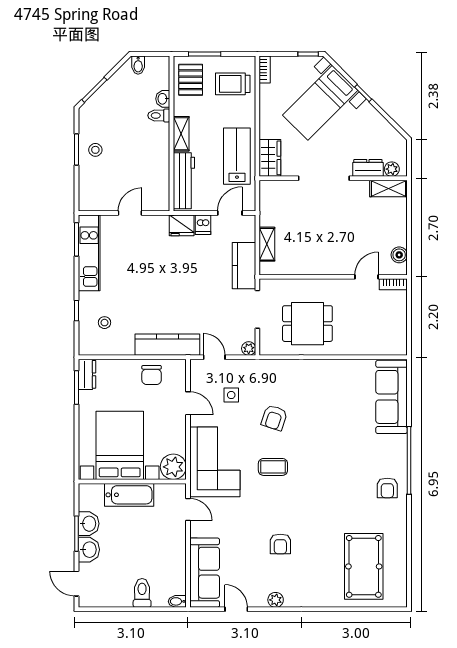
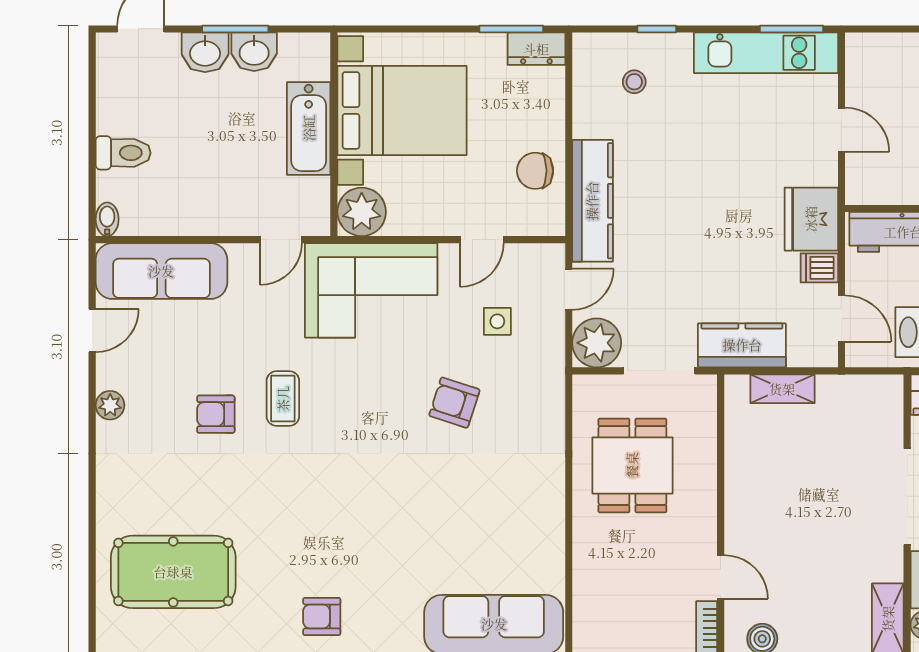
fridge: (182, 225) -> (811, 219), width x1.36, depth x1.34
plant: (249, 349) -> (597, 343), width x1.87, depth x1.87
coffee table: (273, 467) -> (283, 399), moved

